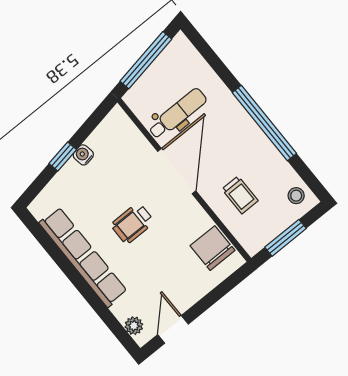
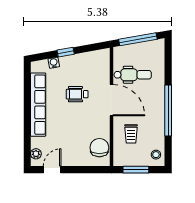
water cooler: (83, 155) -> (54, 63), moved
door: (177, 171) -> (111, 100), hinge flipped
wheelchair: (133, 223) -> (77, 94), moved

